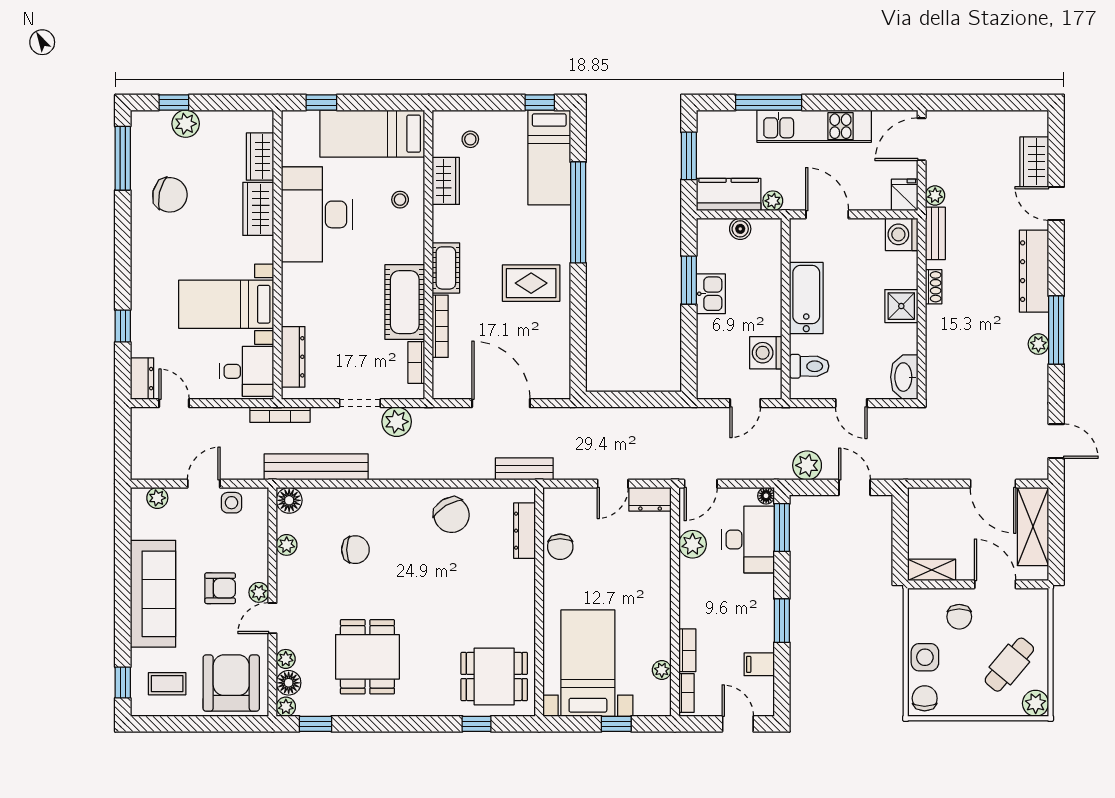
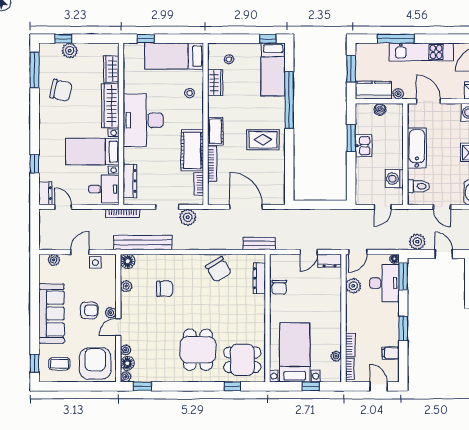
wardrobe: (258, 209) -> (110, 106), width x1.50
desk: (317, 214) -> (143, 120), moved
dining table: (367, 657) -> (198, 350), moved

